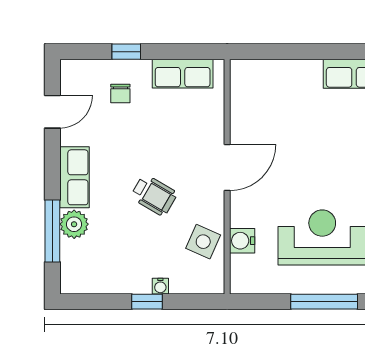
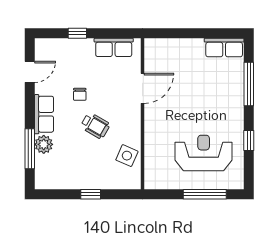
chair: (120, 93) -> (80, 94), moved
door: (227, 167) -> (142, 88), moved
water cooler: (242, 241) -> (152, 155), removed
water cooler: (160, 286) -> (99, 184), removed

